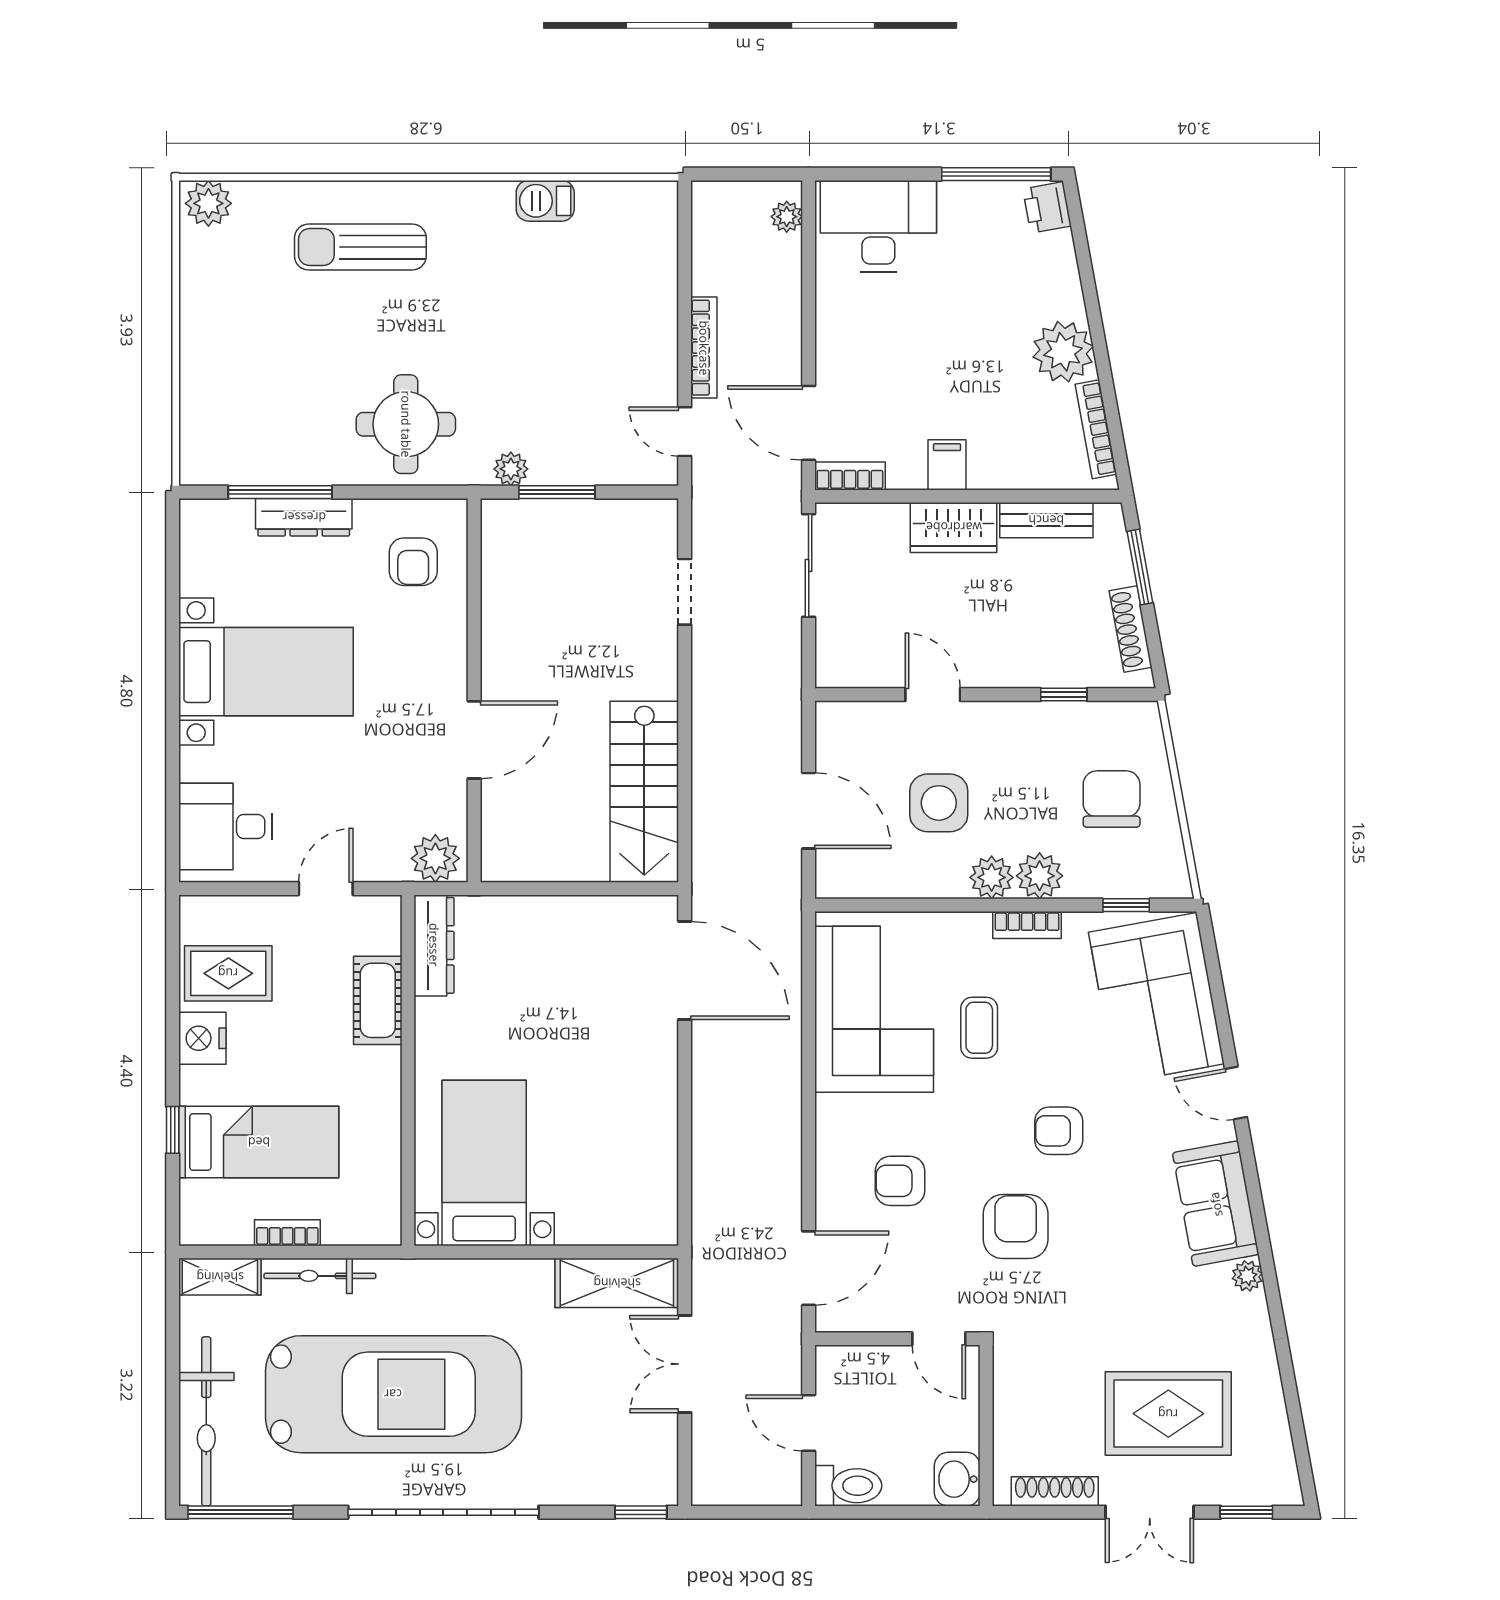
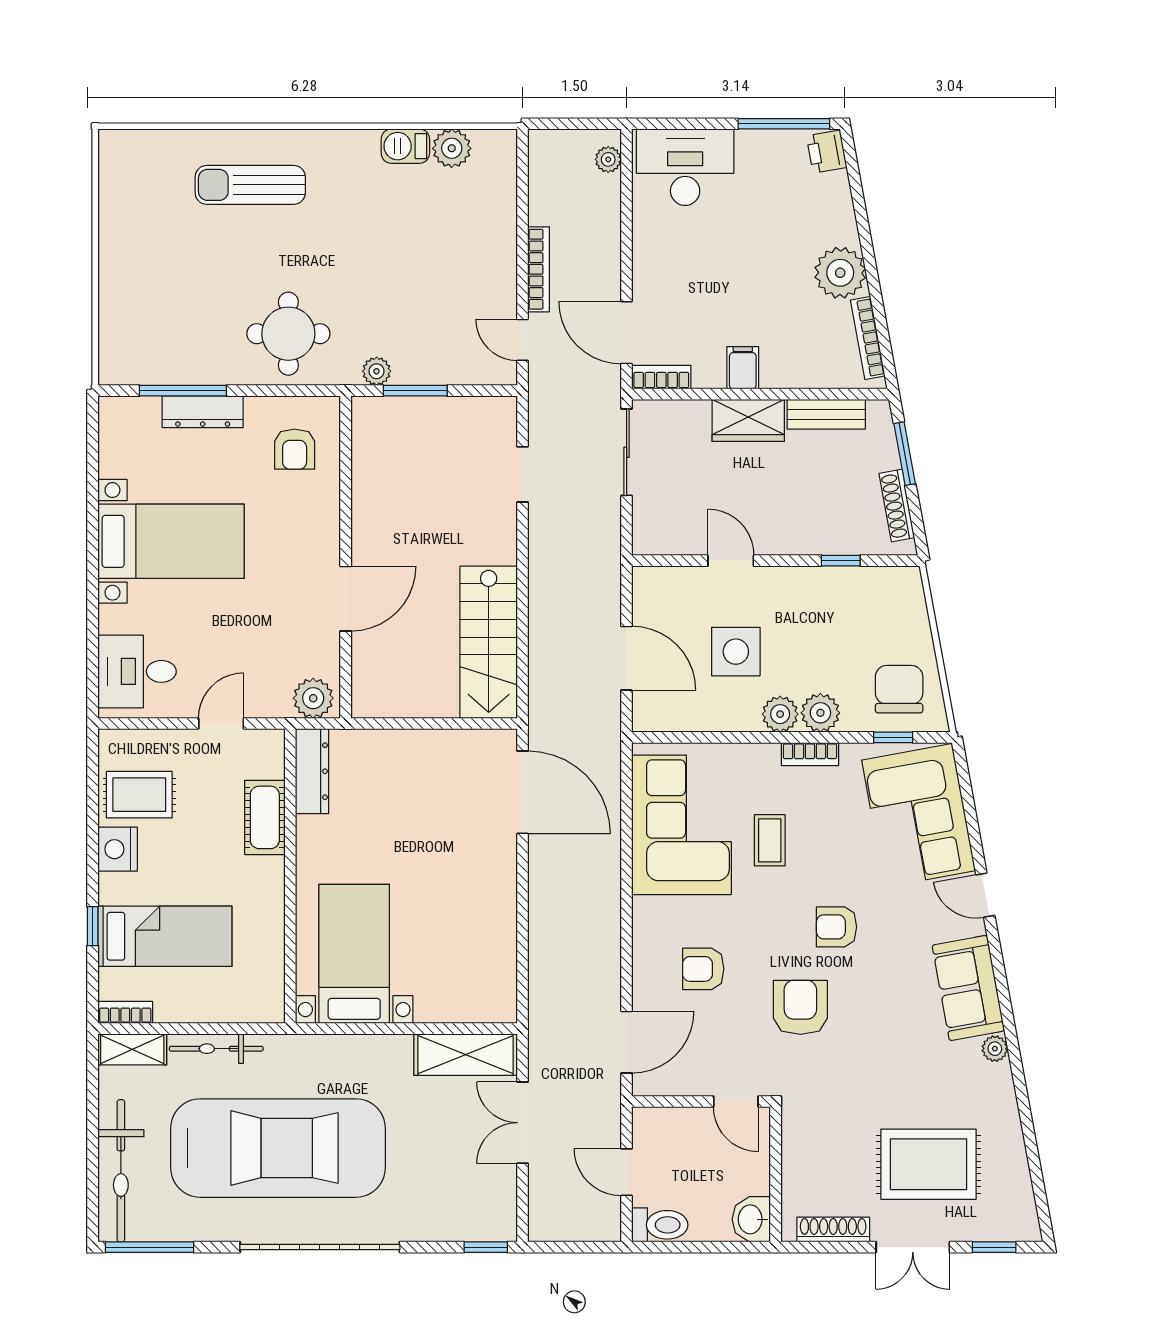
plant: (208, 203) -> (452, 148), moved
chair: (1112, 799) -> (899, 689), moved
bookcase: (287, 1233) -> (125, 1012), moved

